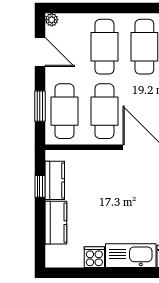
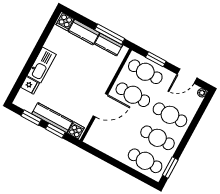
window: (40, 186) -> (110, 34), width x2.17
cooker: (94, 257) -> (65, 22), moved, turned 90

